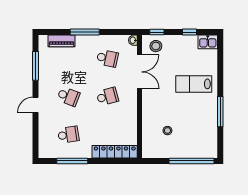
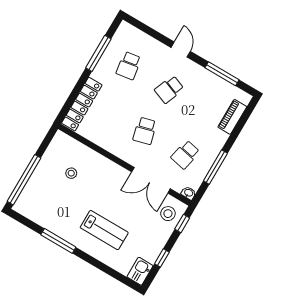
window: (85, 32) -> (215, 167), moved
lab bench: (194, 84) -> (104, 230), turned 90

